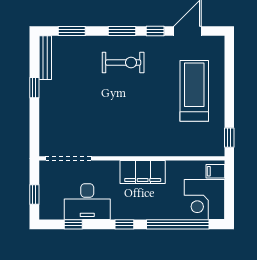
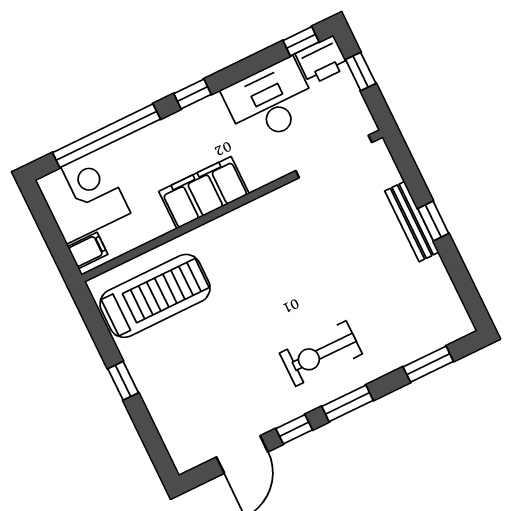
bench: (45, 58) -> (412, 222), moved
window: (34, 88) -> (433, 221), moved
treadmill: (194, 91) -> (155, 296), moved, turned -90
window: (229, 138) -> (123, 381), moved
printer: (51, 210) -> (322, 60), added
window: (73, 224) -> (301, 41), moved

